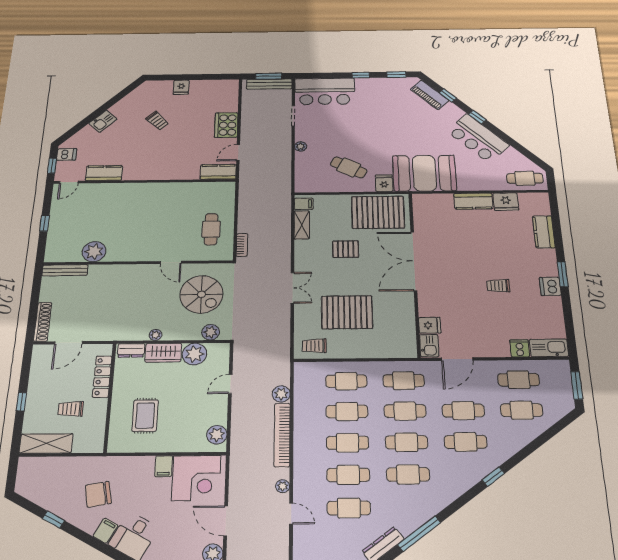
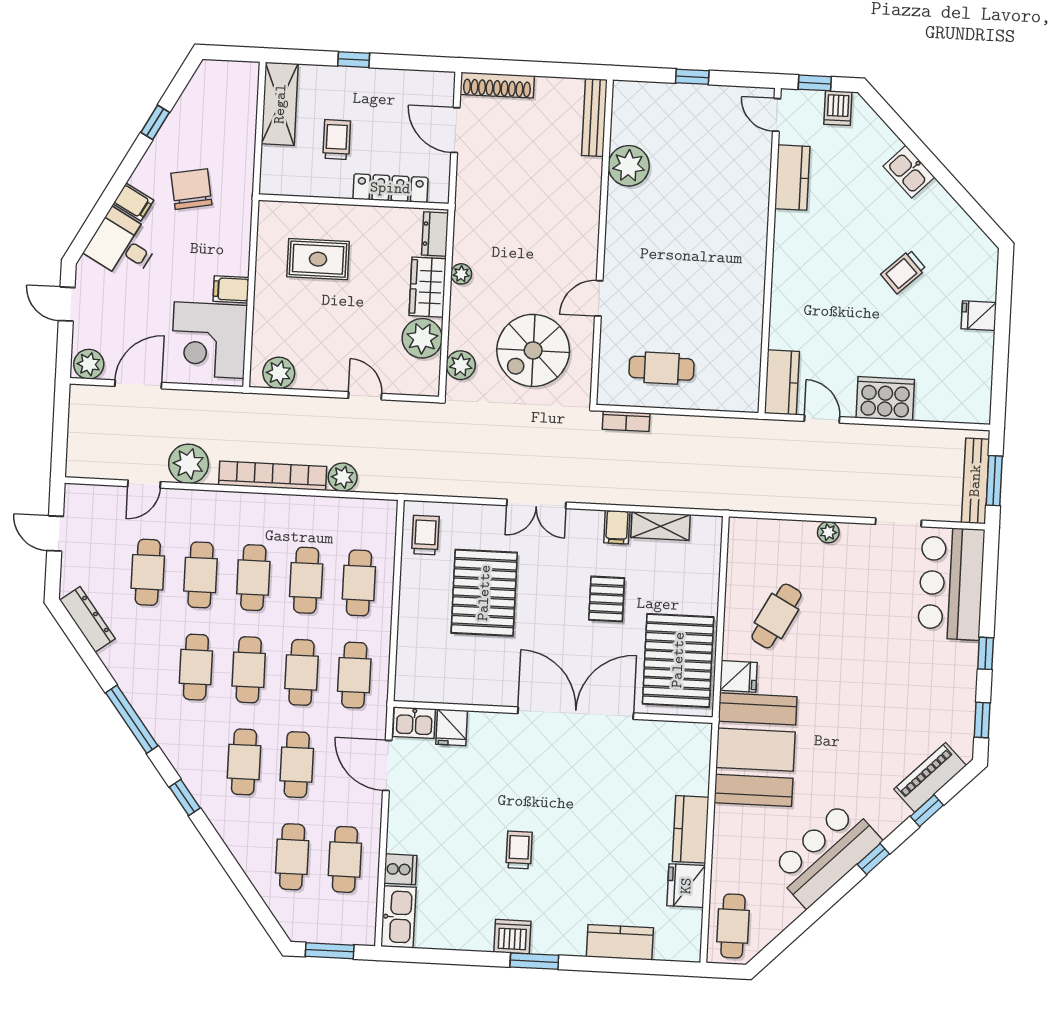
filing cabinet: (304, 204) -> (617, 527), moved
plant: (283, 486) -> (189, 464), width x1.87, depth x1.87
window: (419, 534) -> (132, 719), moved

